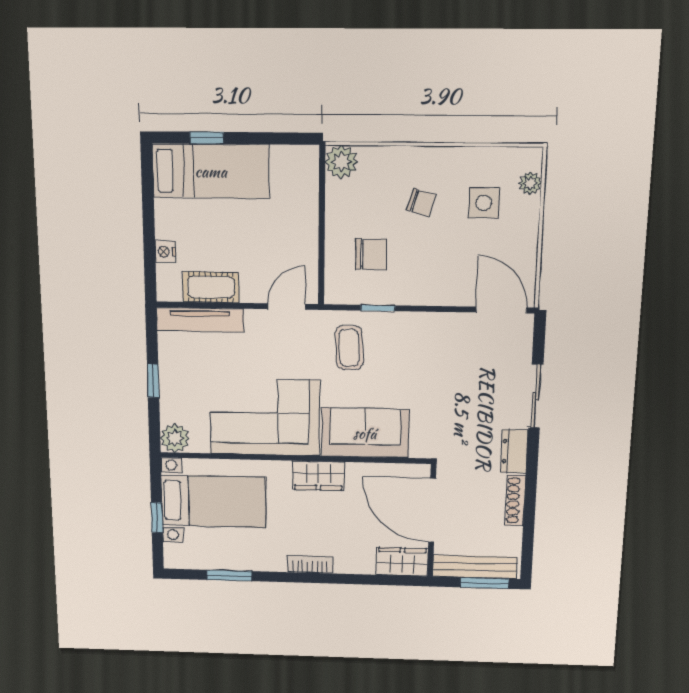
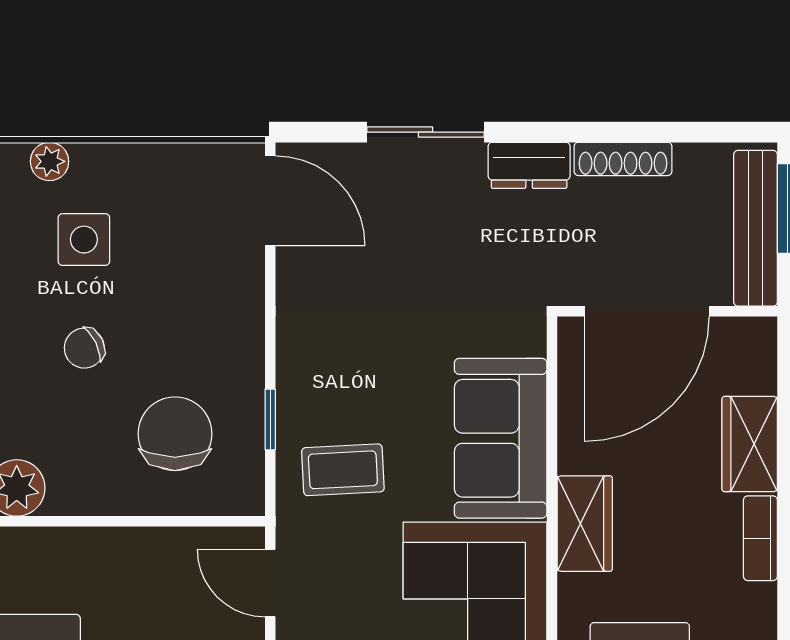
chair: (421, 202) -> (84, 348), turned -132
chair: (371, 254) -> (175, 434), width x1.37, depth x1.37
door: (501, 310) -> (270, 201), swing flipped
wardrobe: (402, 562) -> (750, 444), moved

